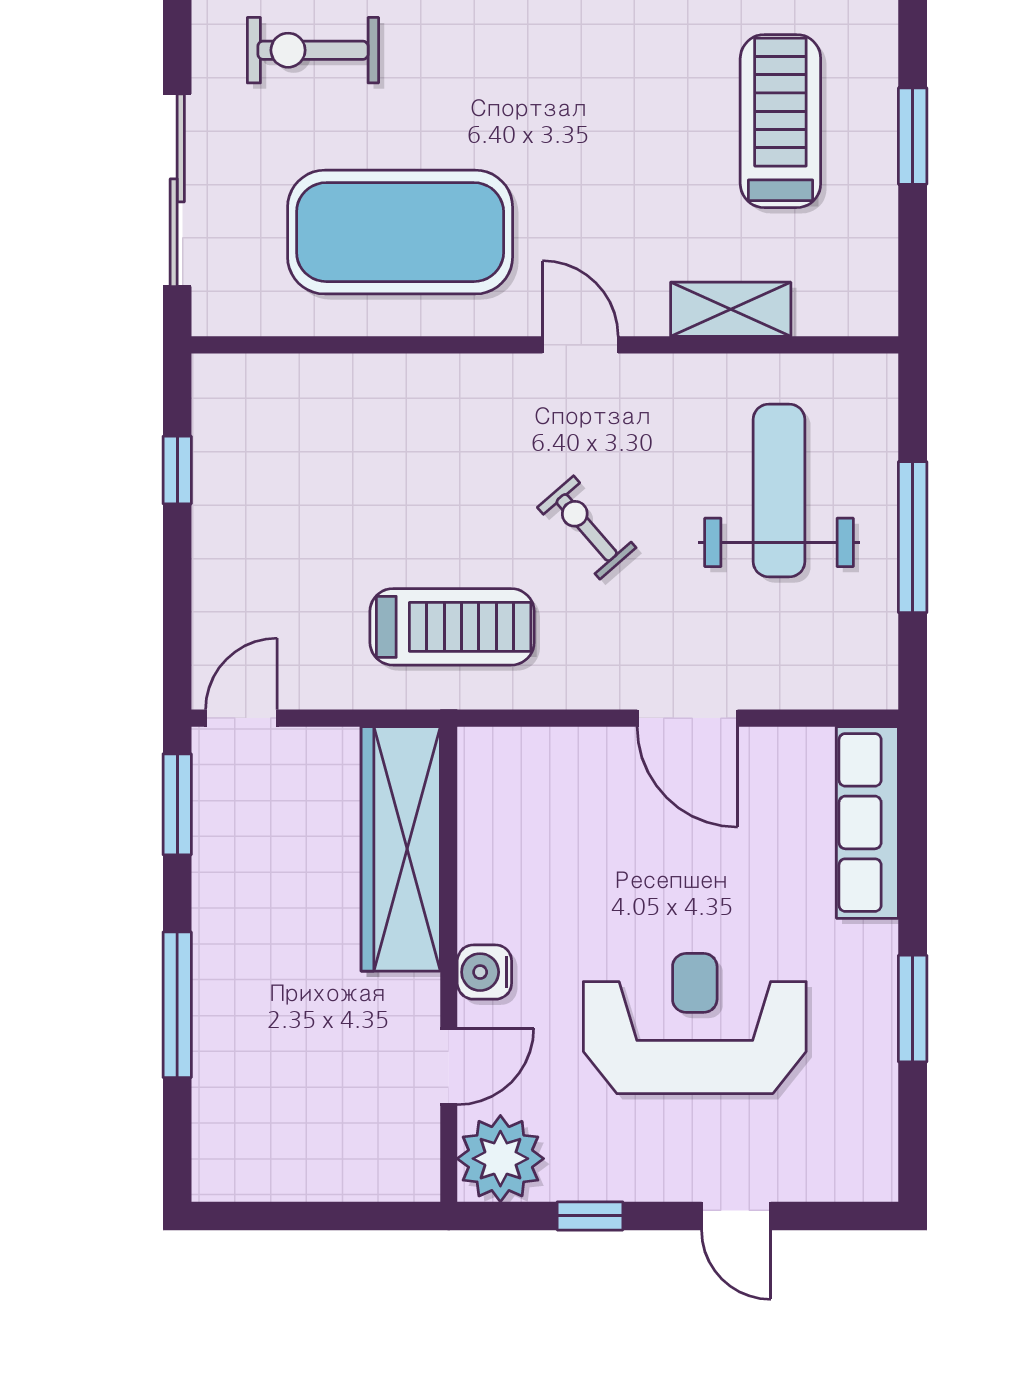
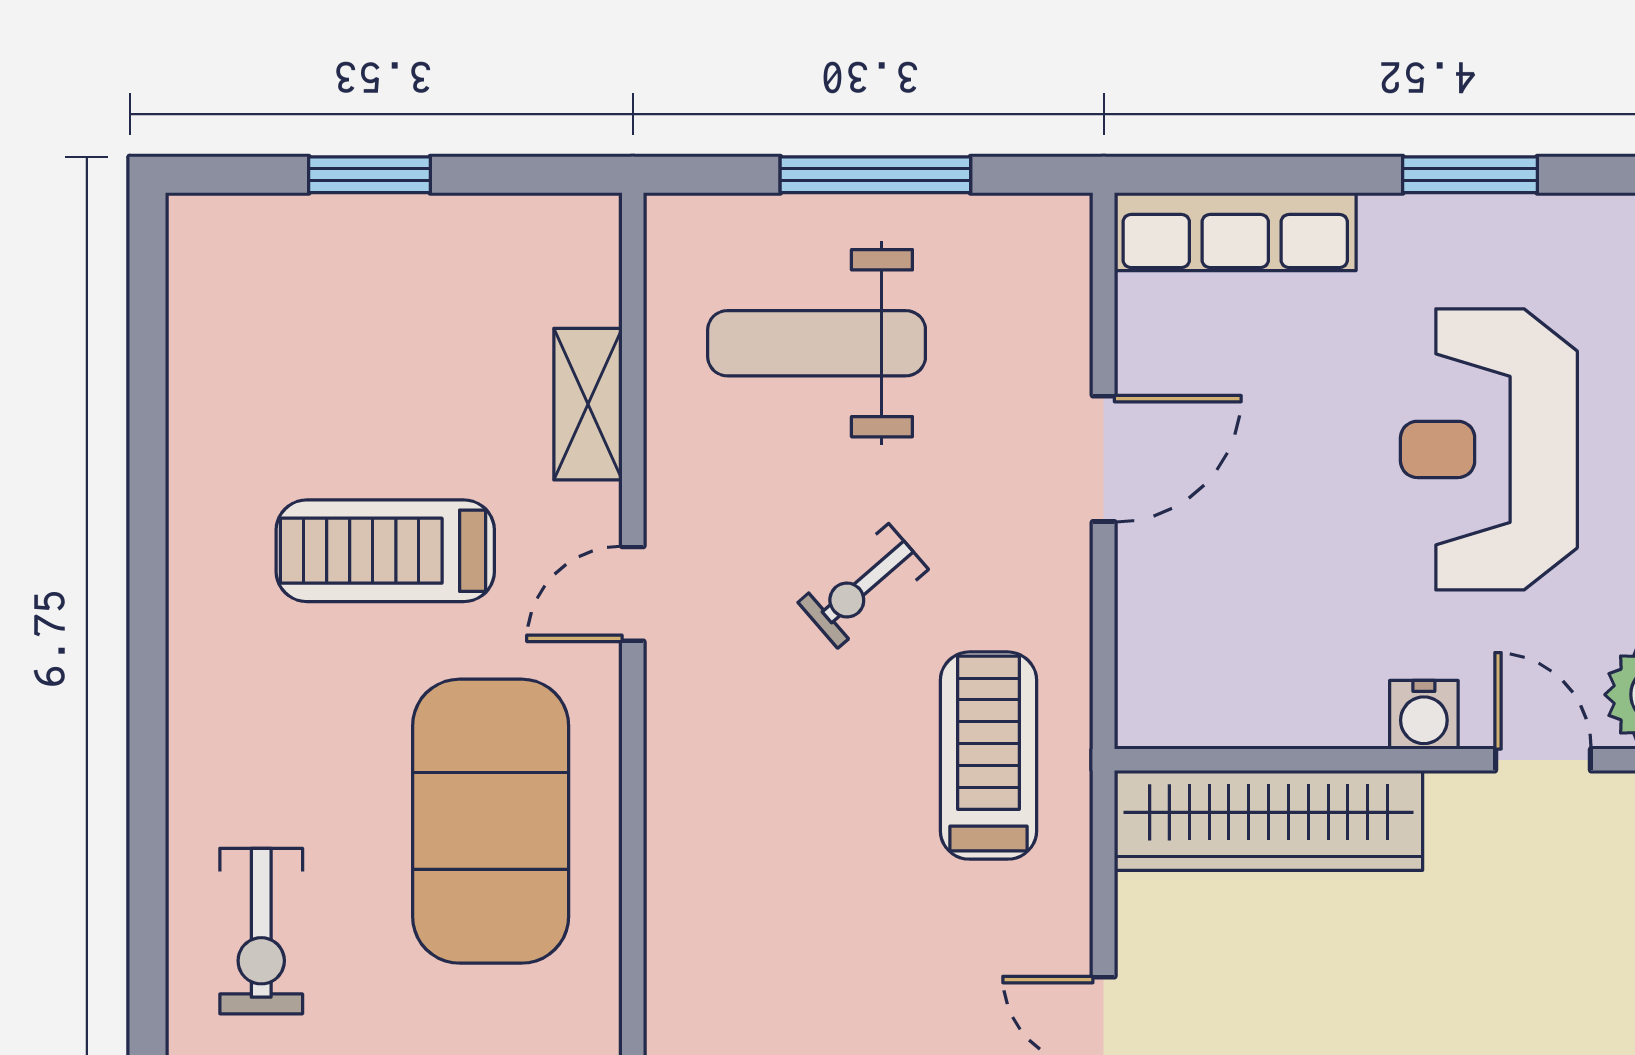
treadmill: (780, 121) -> (385, 551), moved

